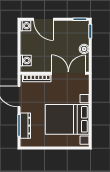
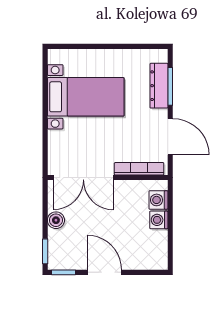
door: (44, 19) -> (104, 272), moved
washing machine: (25, 26) -> (159, 220), moved
bed with nightstands: (67, 119) -> (86, 97), width x0.73

